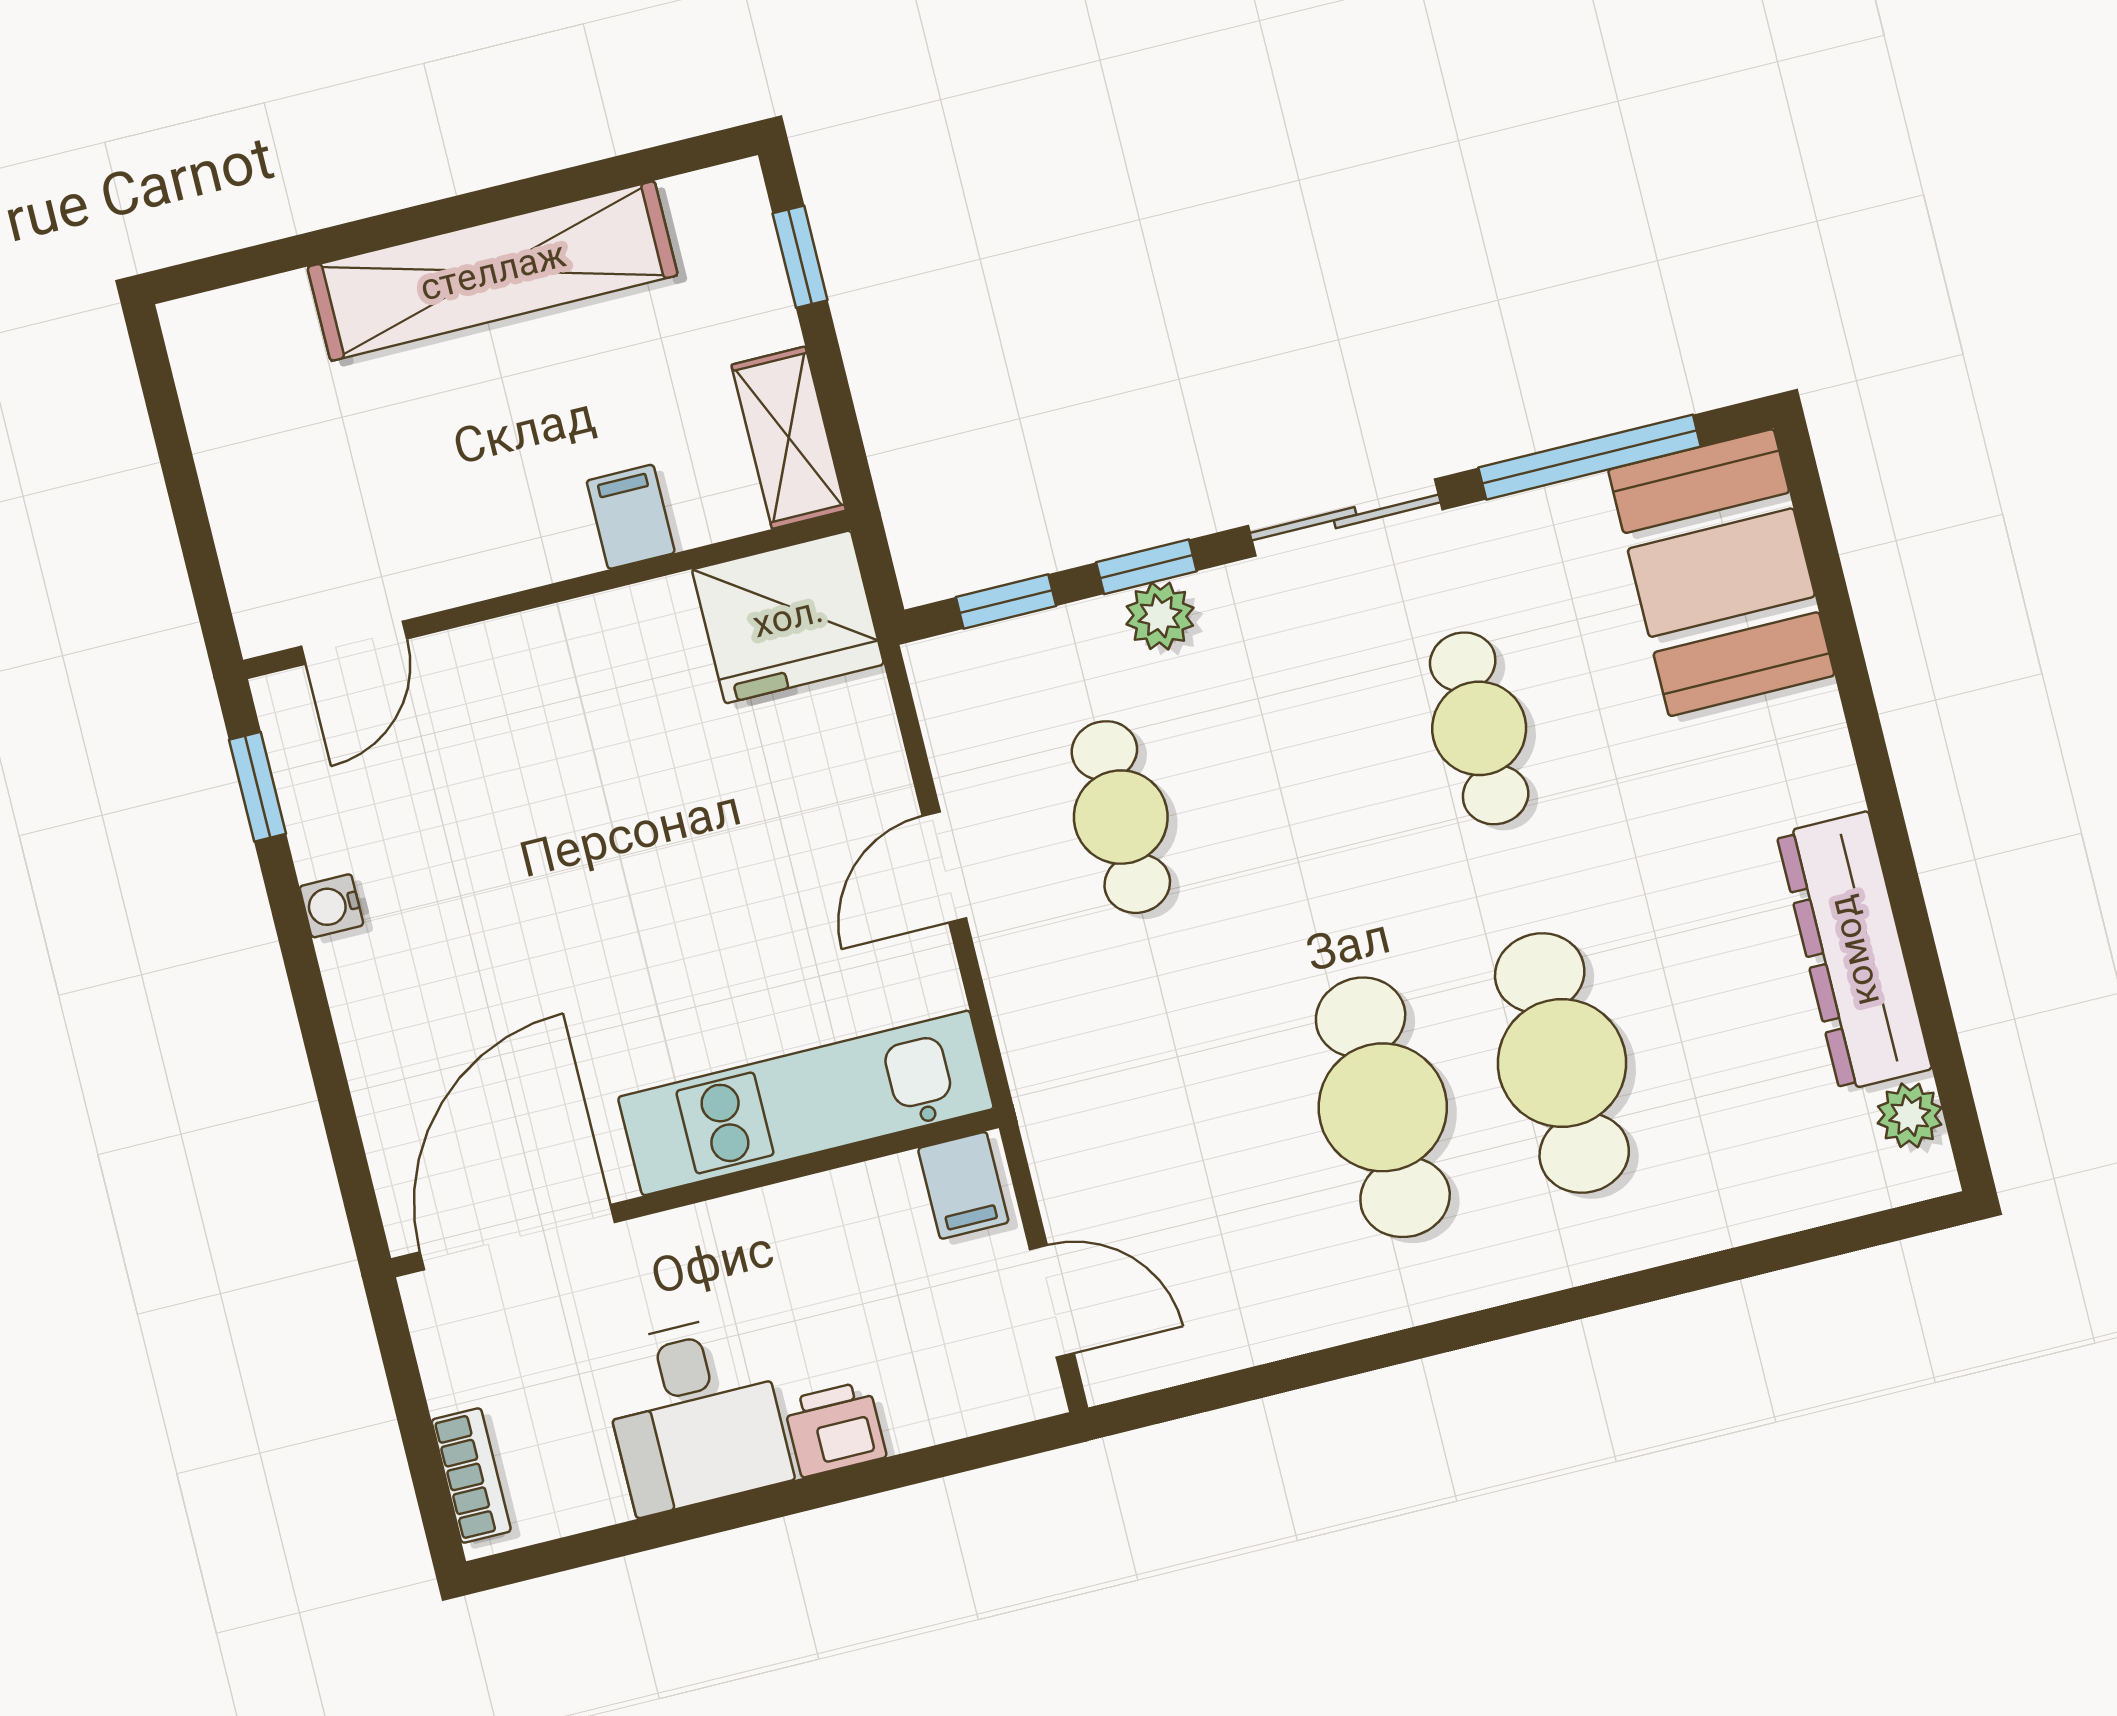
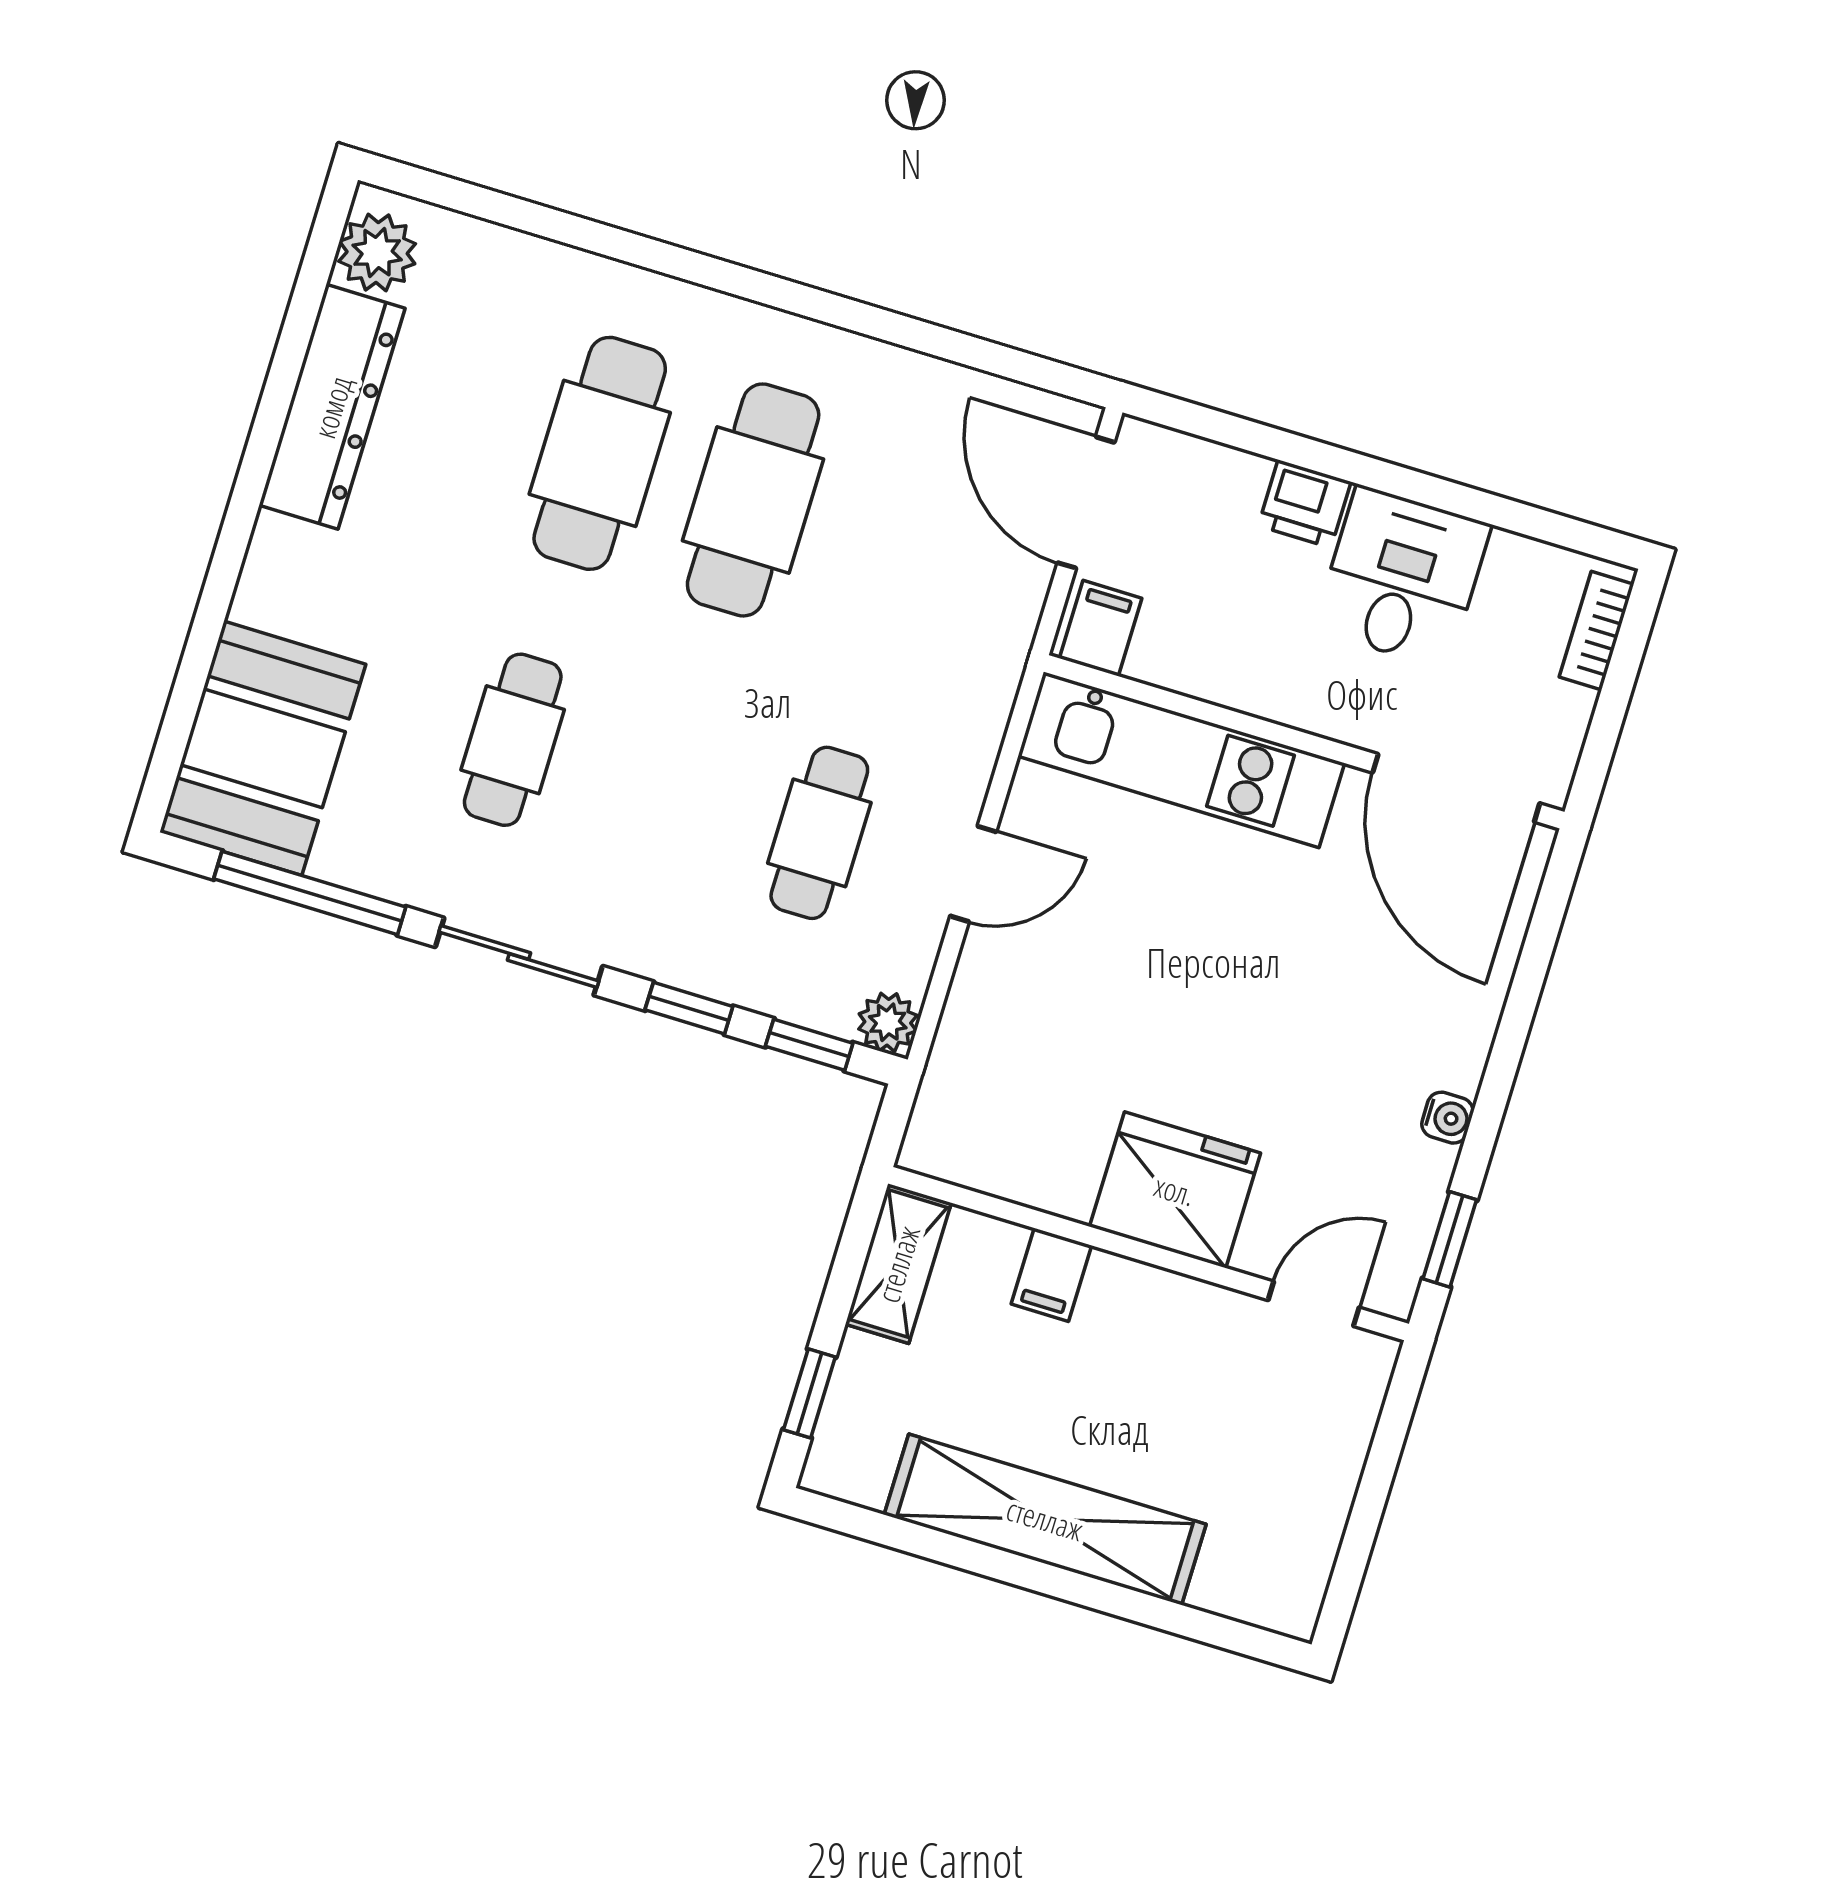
plant: (1160, 616) -> (888, 1022), moved
fridge: (788, 617) -> (1175, 1190), moved
plant: (1910, 1115) -> (377, 253), width x1.38, depth x1.38
door: (517, 1237) -> (1456, 788), hinge flipped
door: (1052, 1301) -> (1086, 503), width x1.37

